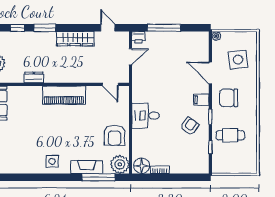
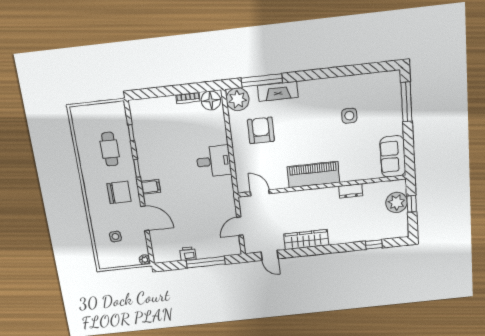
window: (45, 28) -> (342, 248), removed
printer: (138, 37) -> (188, 254), moved
side table: (238, 60) -> (115, 237), width x0.54, depth x0.54
armchair: (190, 126) -> (160, 155), removed
armchair: (115, 135) -> (261, 130), moved
cafe table: (230, 135) -> (110, 149), turned 90
side table: (52, 161) -> (349, 116), moved

